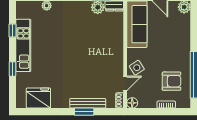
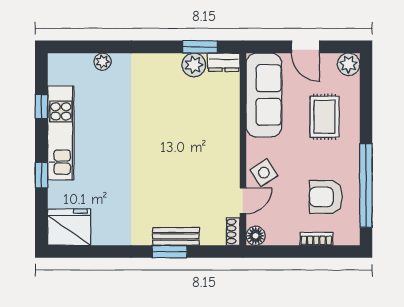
rug: (171, 36) -> (324, 117), added
armchair: (172, 81) -> (326, 197), turned 180
fridge: (38, 98) -> (69, 227), moved
bench: (88, 103) -> (176, 236), width x0.73

